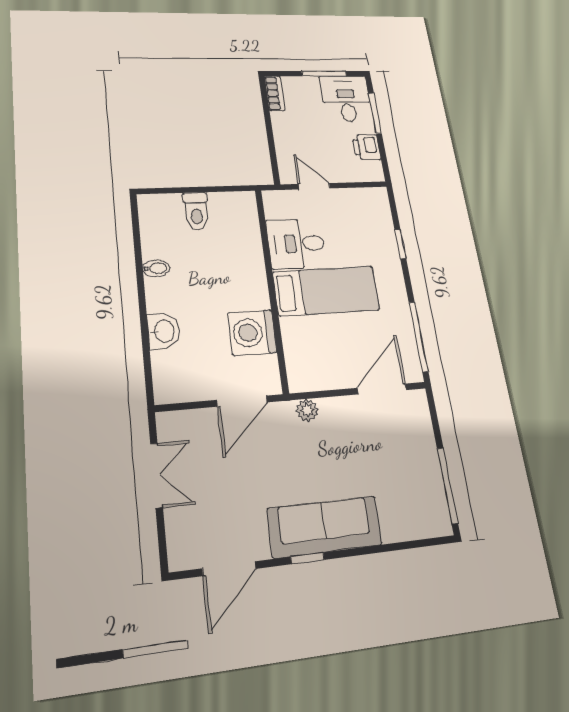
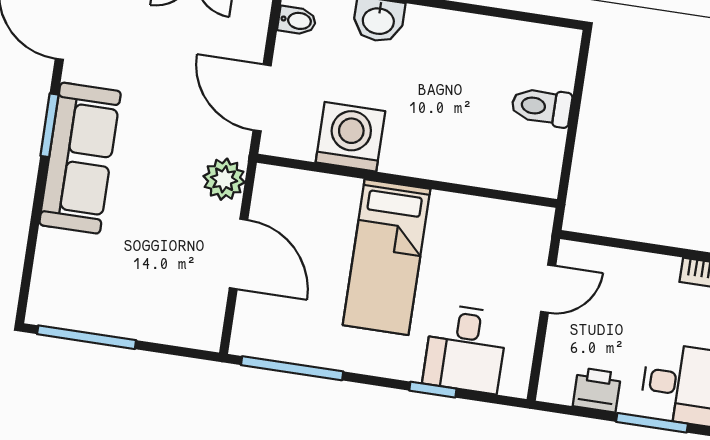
desk: (296, 244) -> (465, 349), moved, turned 180
bidet: (156, 268) -> (297, 21), moved, turned -90
door: (382, 389) -> (239, 254), moved
plant: (307, 410) -> (224, 179), width x1.38, depth x1.38
window: (307, 558) -> (49, 125), width x1.50

